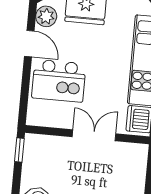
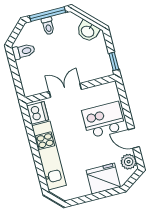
double door: (94, 135) -> (65, 90), swing flipped

